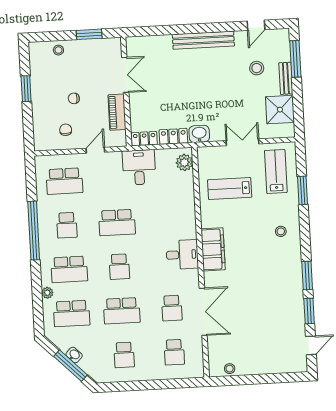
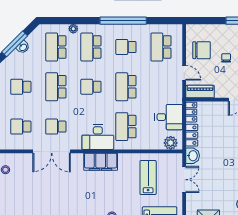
piano: (117, 112) -> (200, 92), moved
chair: (66, 130) -> (202, 50), width x1.87, depth x1.87
double door: (243, 142) -> (184, 180), moved
desk: (139, 167) -> (169, 117), moved
school desk: (167, 220) -> (126, 127), added
desk: (182, 255) -> (98, 137), width x1.37

